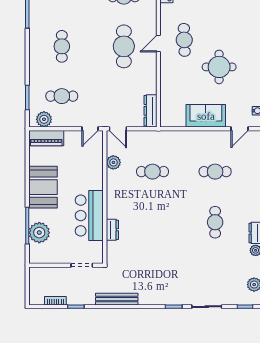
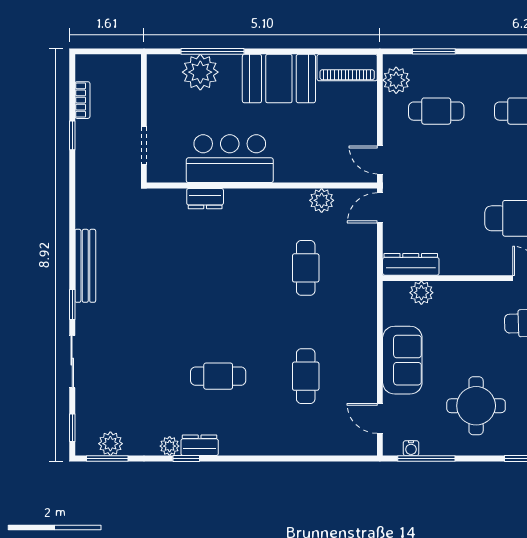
round table: (219, 67) -> (476, 406), moved
cafe table: (62, 96) -> (436, 111), turned 90
plant: (167, 105) -> (421, 293), added
piano: (46, 138) -> (347, 68), moved, turned -90
bench: (117, 299) -> (85, 266), moved

